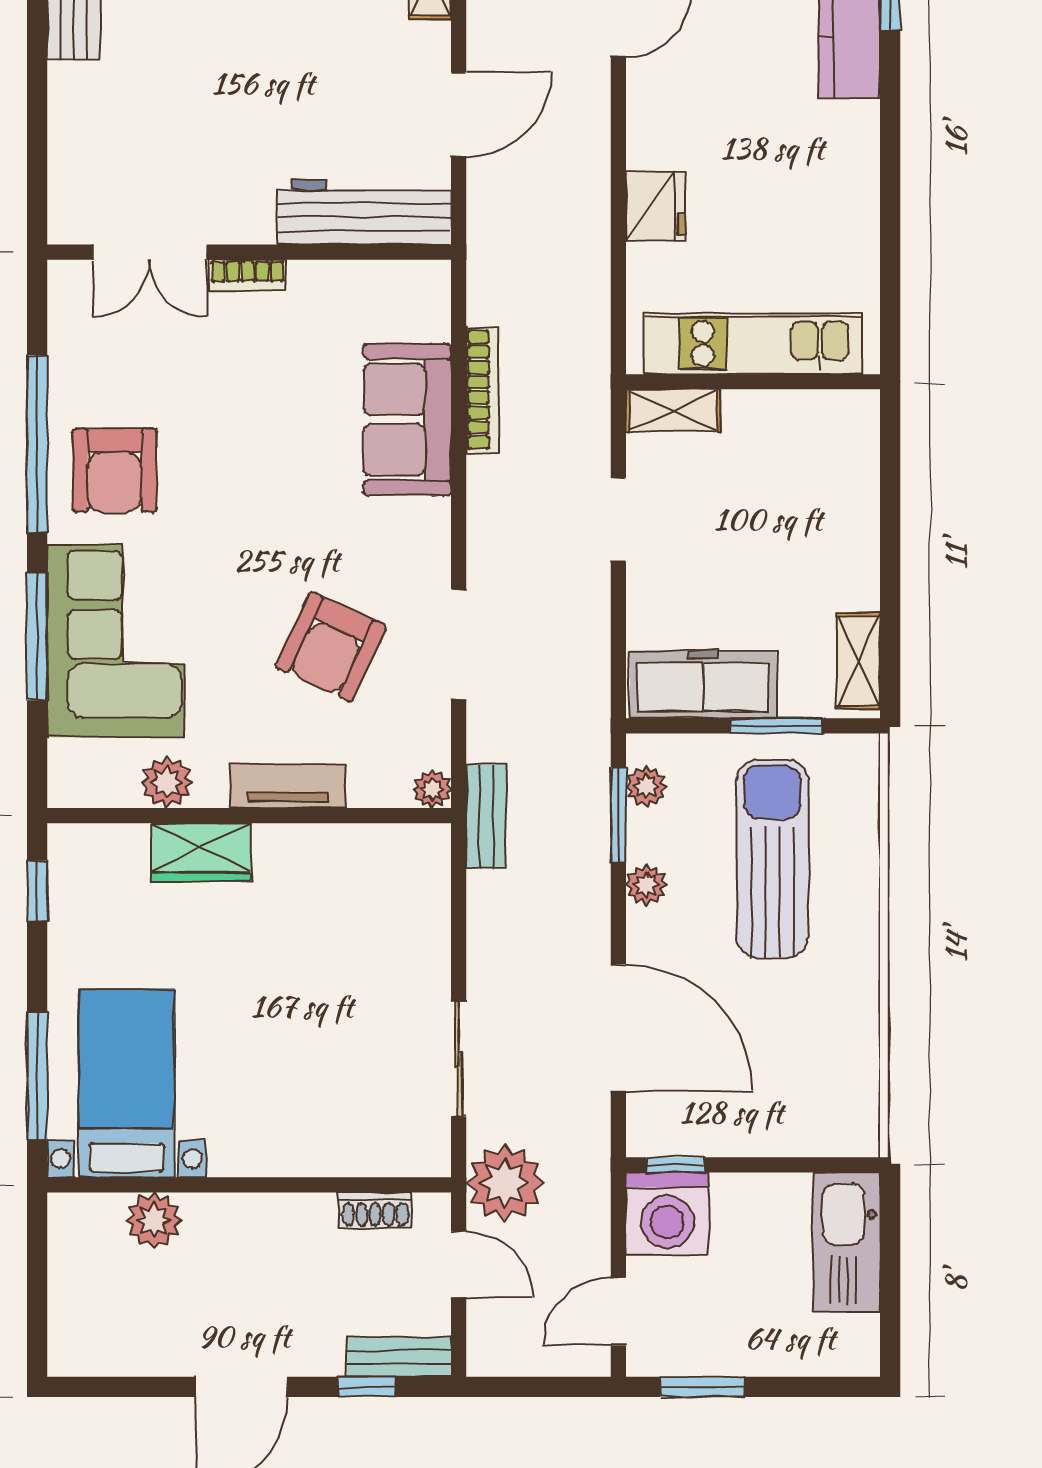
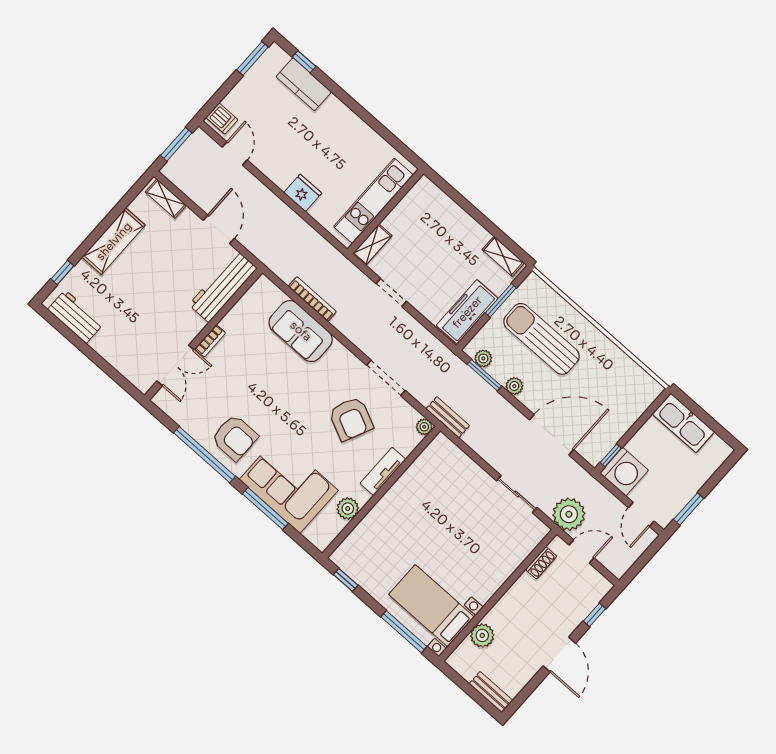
wardrobe: (201, 852) -> (379, 517), removed
bench: (399, 1357) -> (491, 692), moved, turned 90

